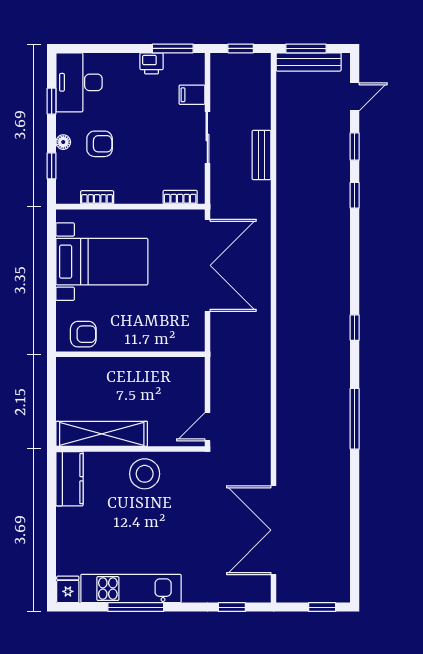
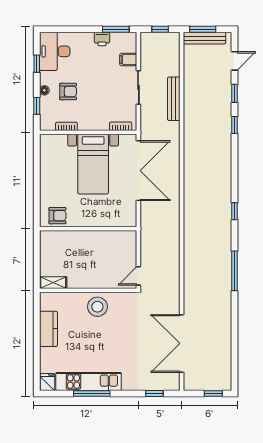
bench: (262, 155) -> (174, 99), width x1.36
bed with nightstands: (102, 262) -> (93, 164), moved, turned 90
shelving: (102, 434) -> (53, 283), width x0.45, depth x0.75
kitchen counter: (70, 479) -> (48, 329), moved

